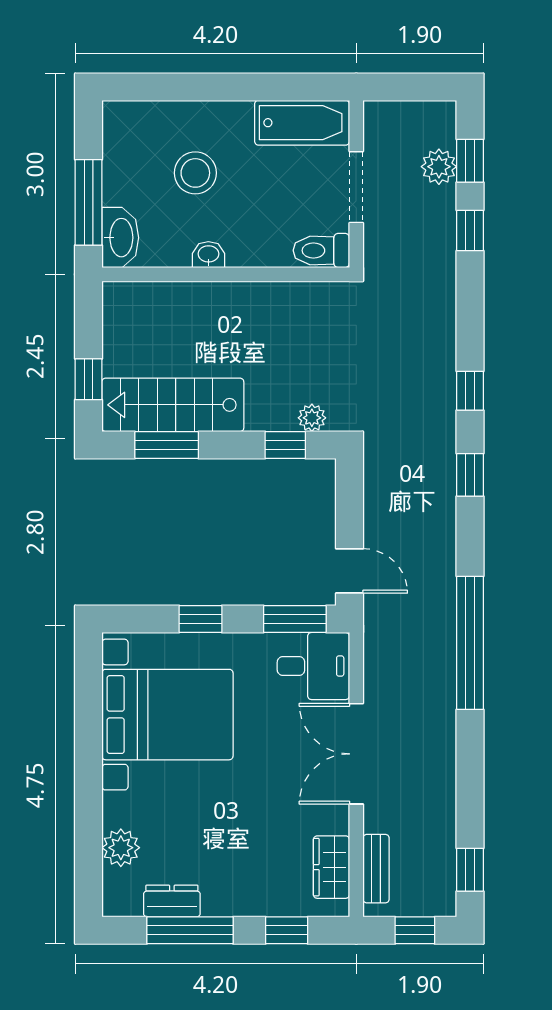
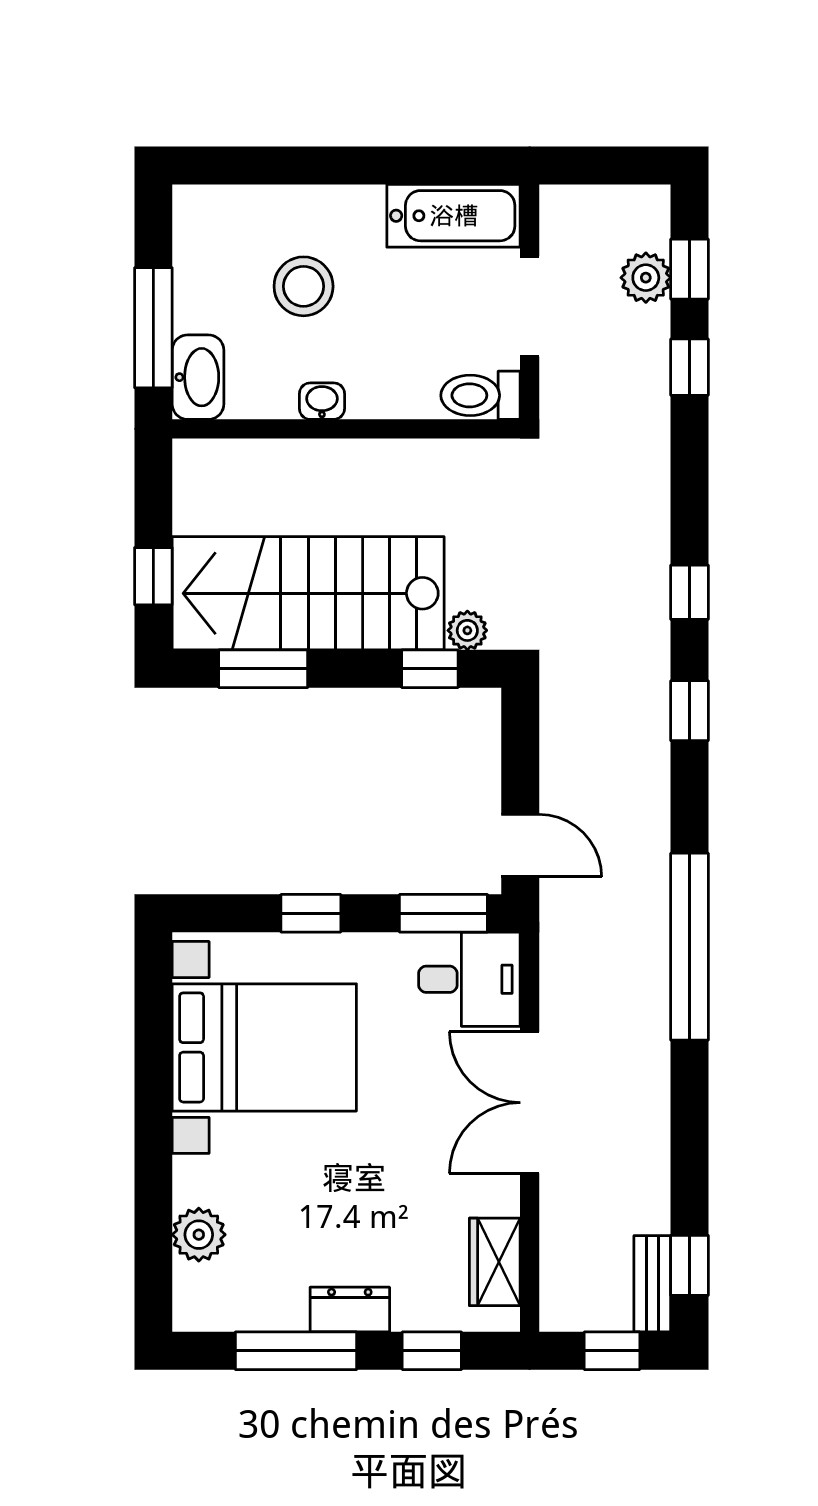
stairs: (173, 405) -> (308, 593), width x1.36, depth x1.51
bench: (376, 869) -> (652, 1284), moved
dresser: (172, 901) -> (350, 1310), moved

